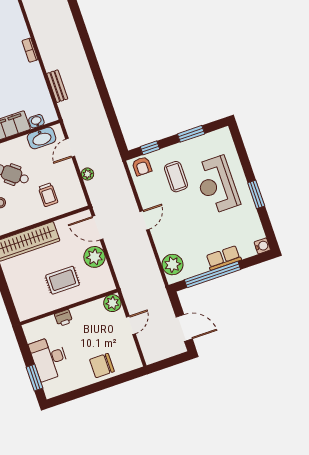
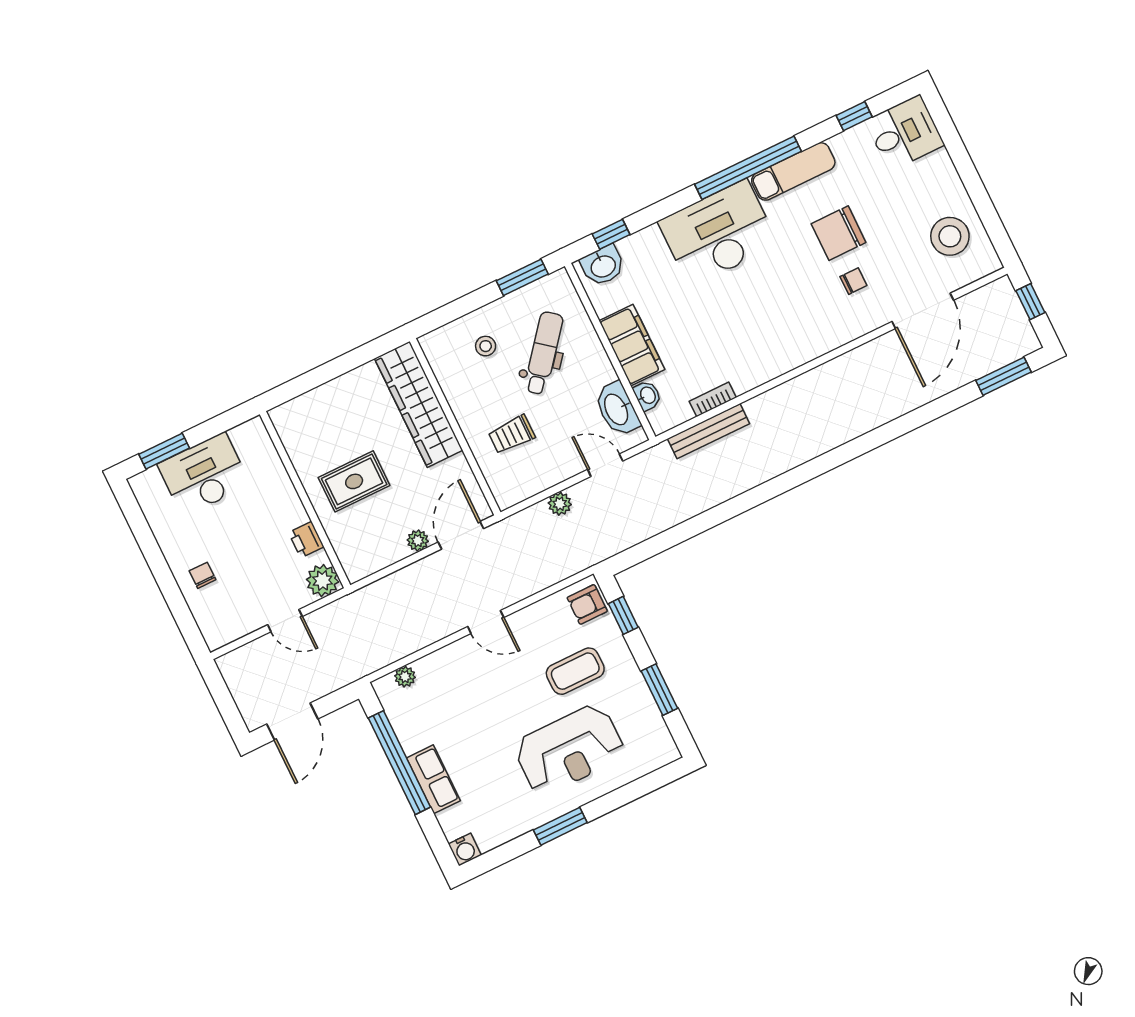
bookcase: (30, 50) -> (713, 399), moved
bench: (57, 86) -> (709, 431), width x1.36
reception desk: (217, 185) -> (569, 750), turned 180
plant: (94, 257) -> (418, 541), width x0.53, depth x0.53
plant: (173, 265) -> (405, 677), width x0.53, depth x0.53
rug: (63, 280) -> (354, 481), turned 90
printer: (64, 318) -> (306, 540), moved
chair: (102, 366) -> (203, 575), width x0.54, depth x0.54

